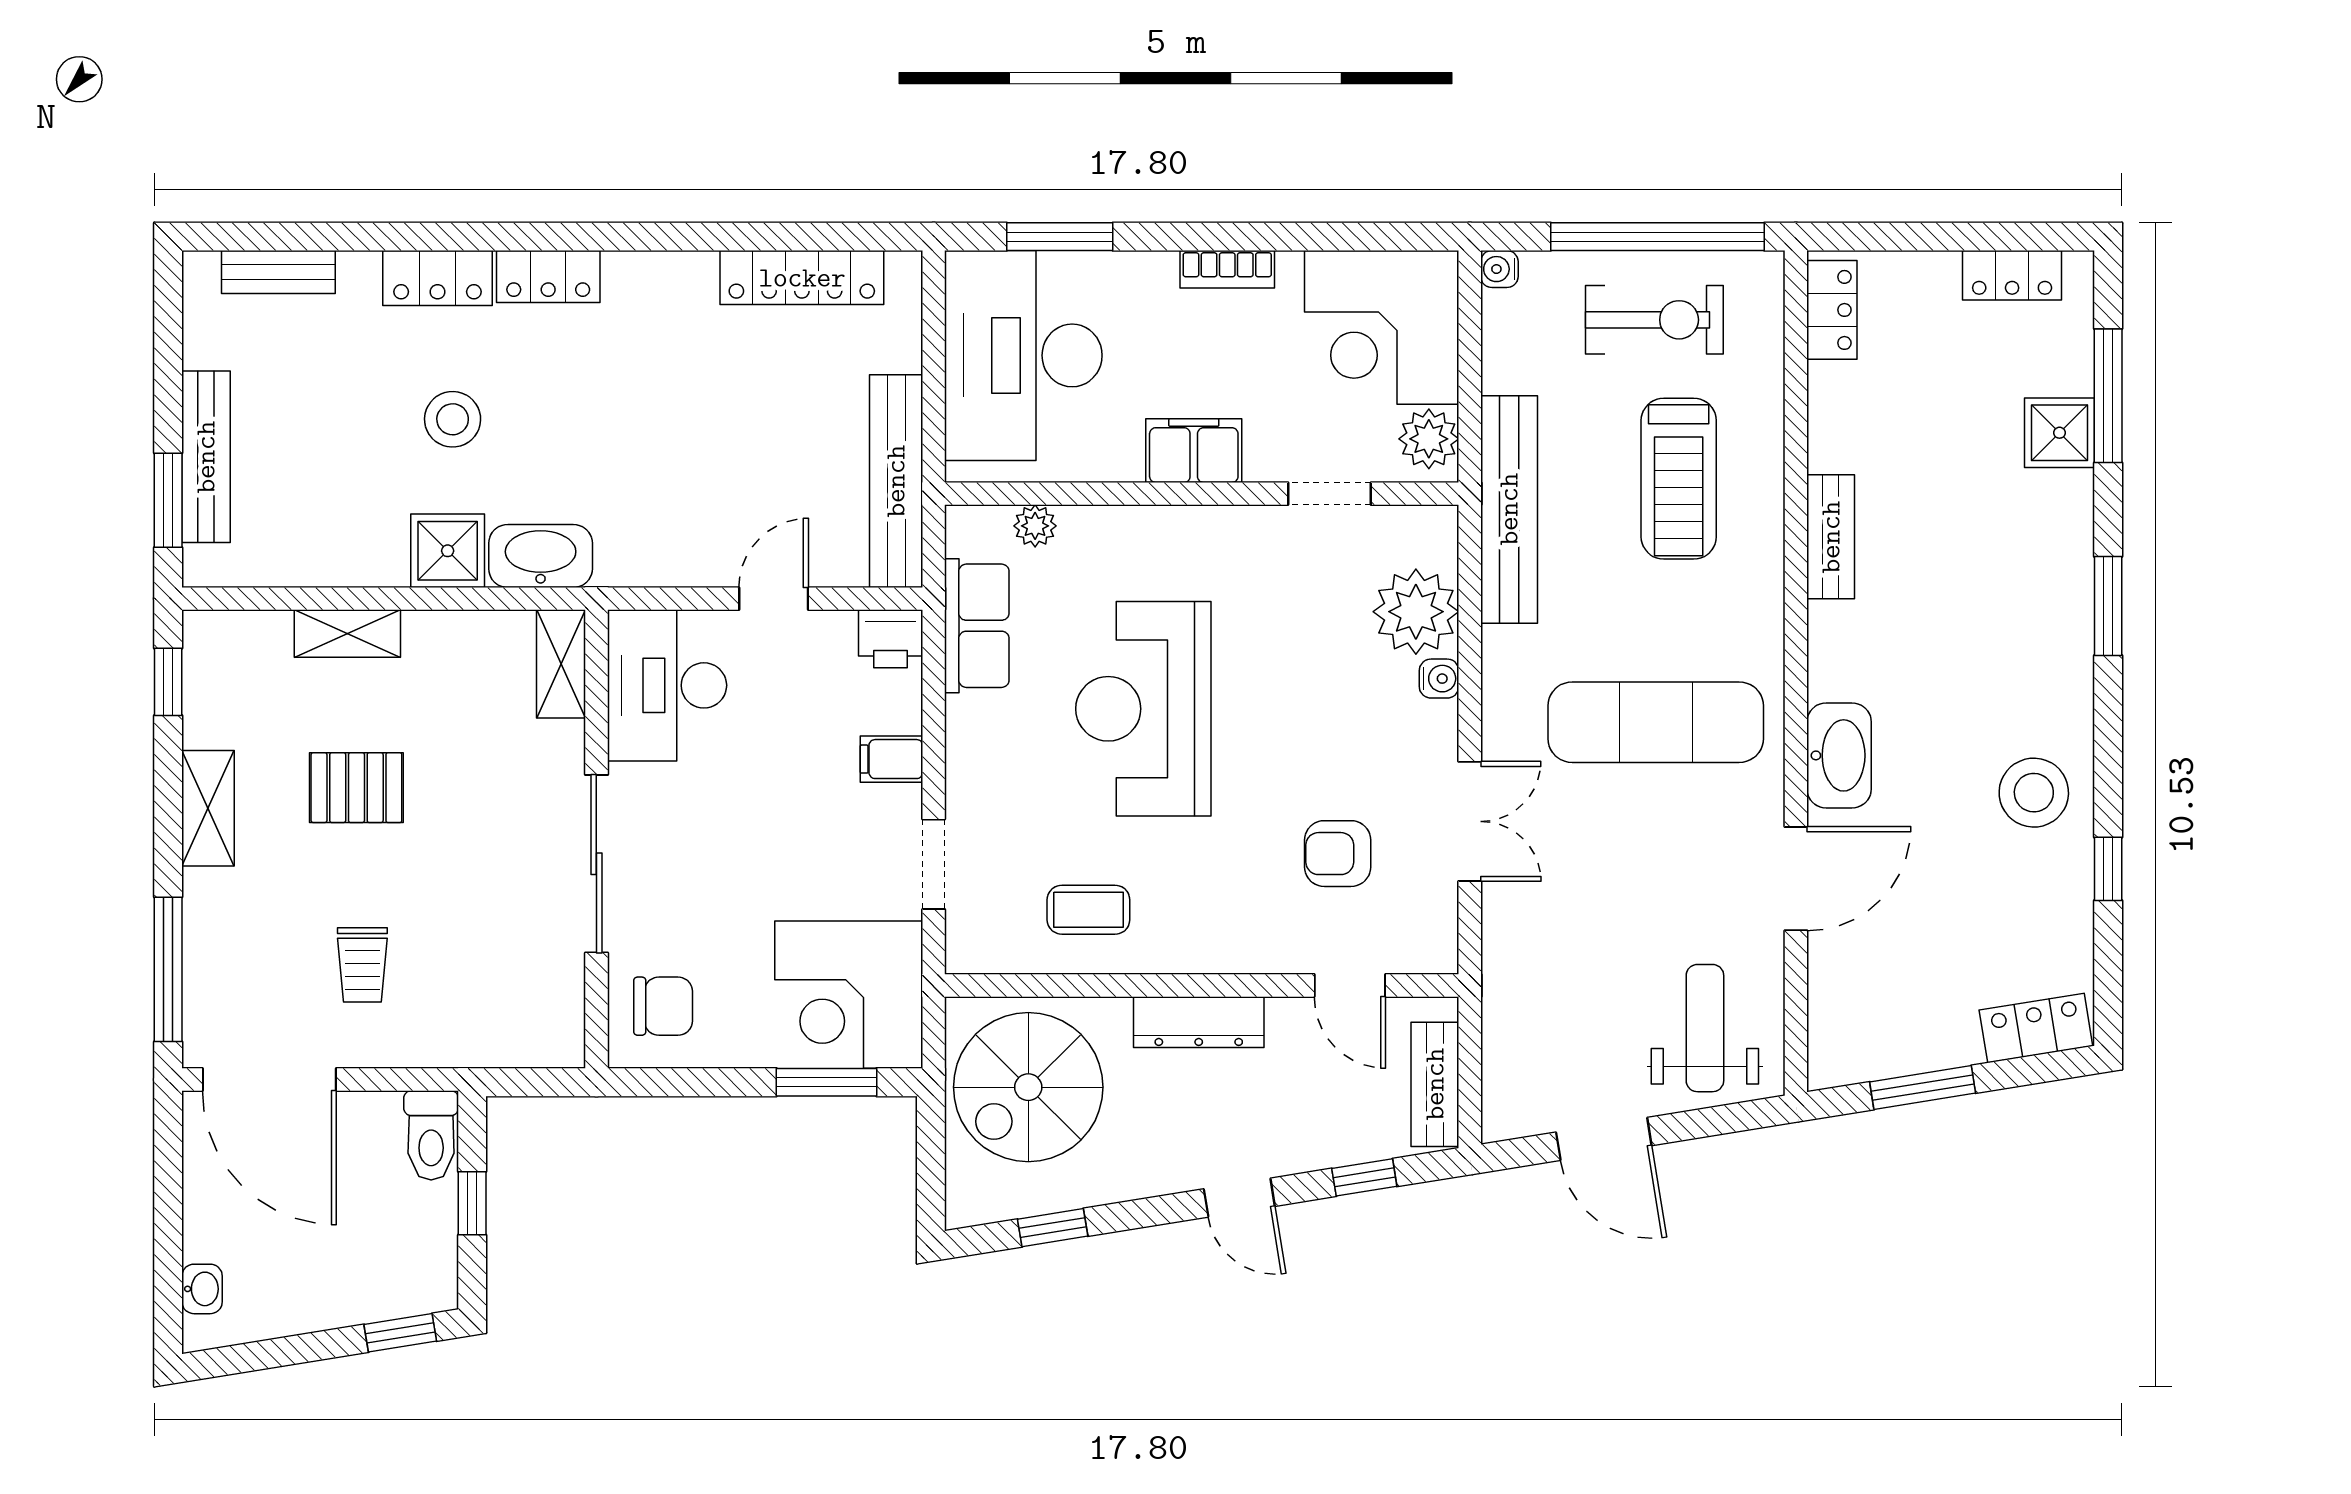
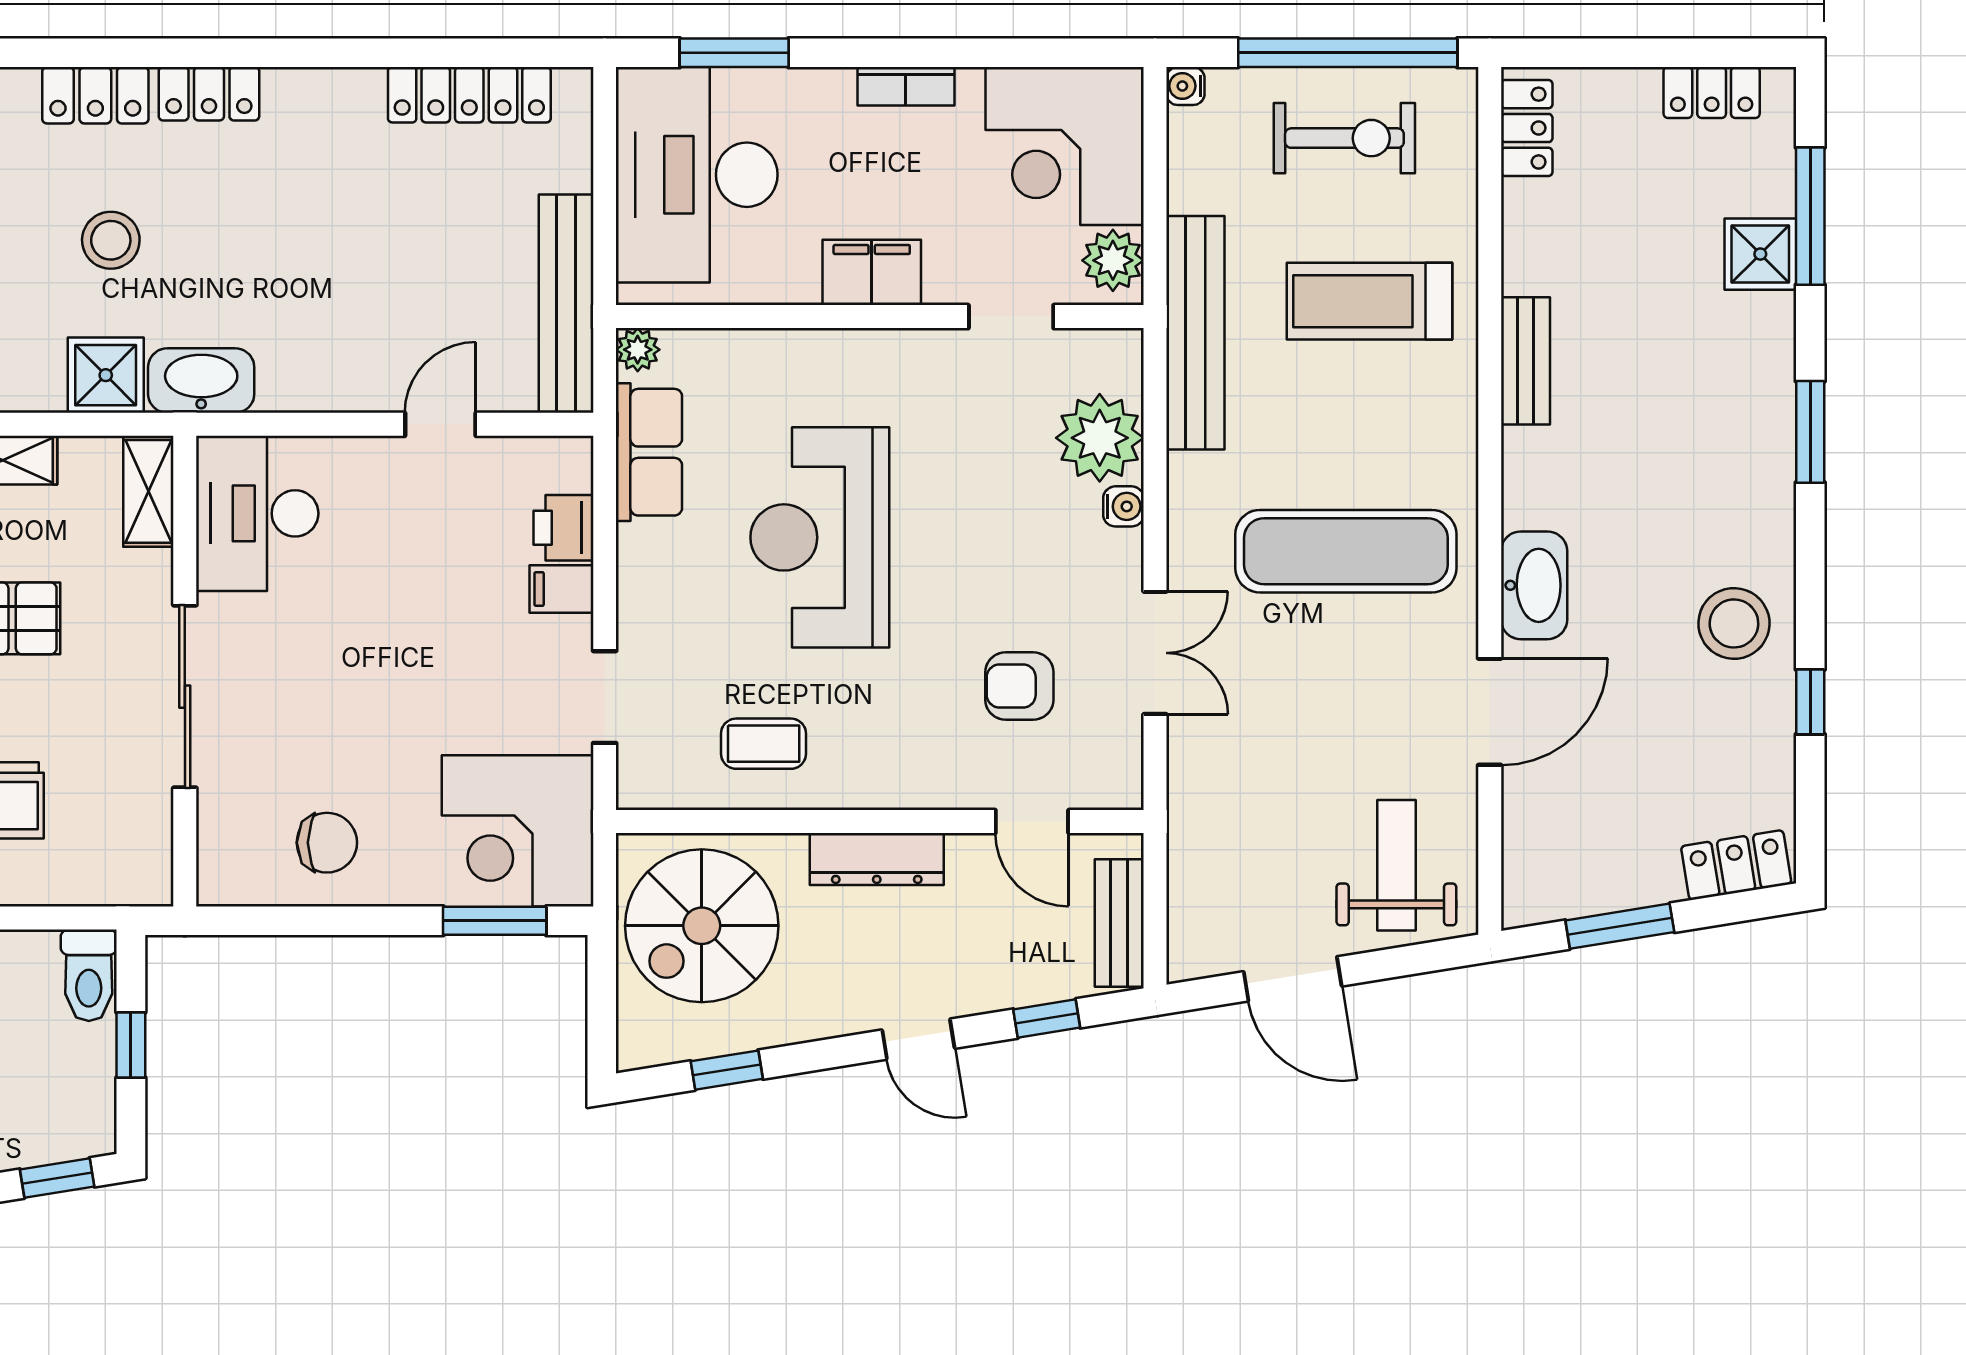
treadmill: (1679, 479) -> (1369, 301), turned 90
plant: (1035, 526) -> (638, 350), moved
printer: (891, 639) -> (563, 528), moved, turned 90
shelving: (561, 664) -> (148, 491), moved
desk: (667, 685) -> (257, 513), moved
wall: (596, 839) -> (185, 671), moved
sliding door: (596, 864) -> (185, 697), moved

